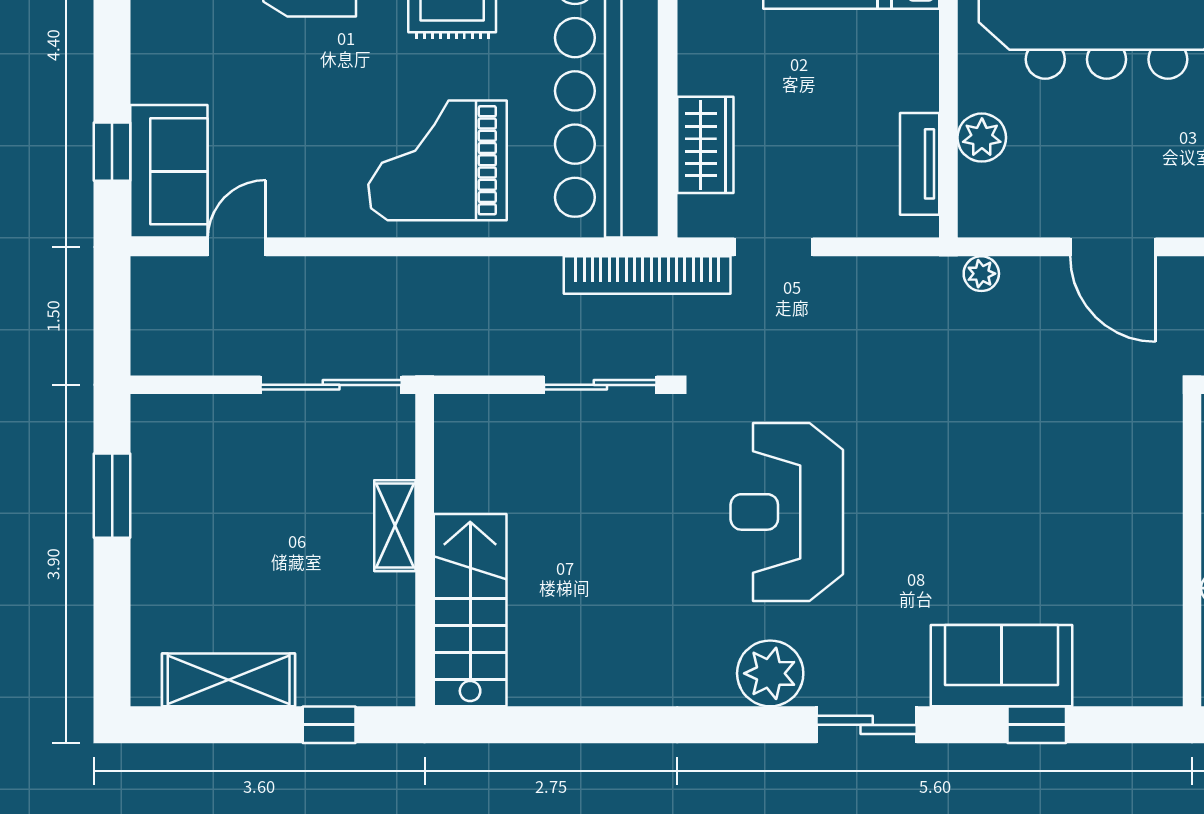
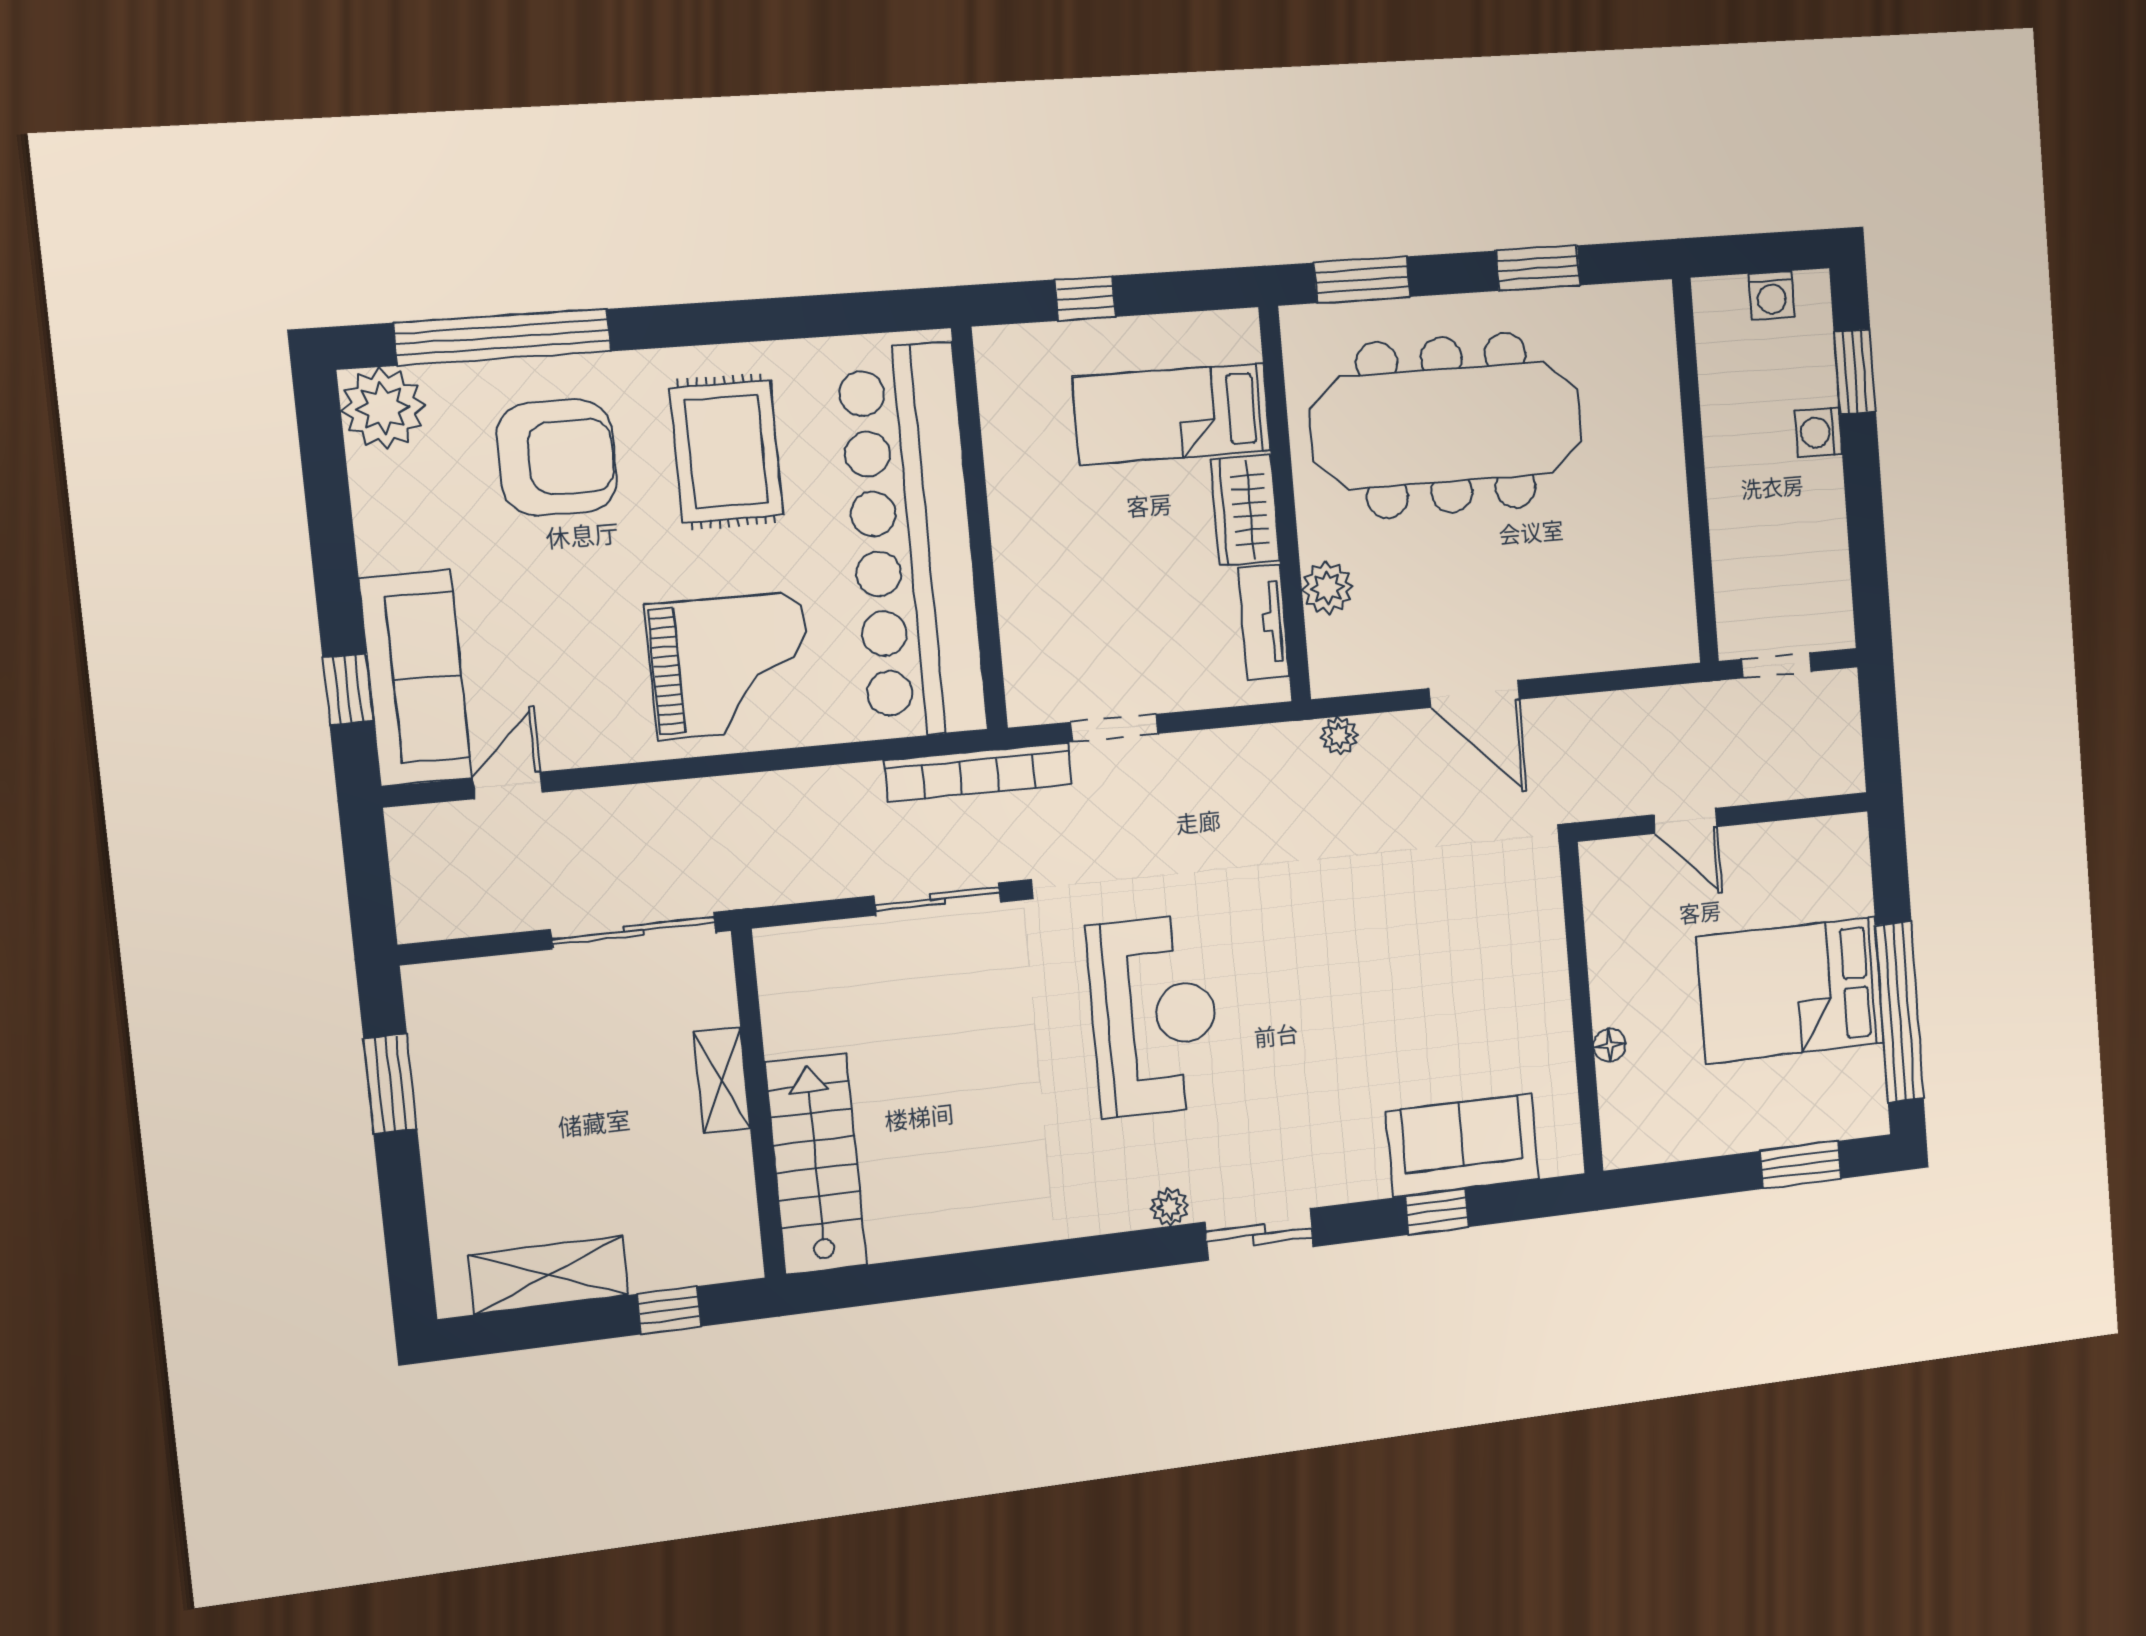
wardrobe: (705, 145) -> (1245, 510), moved, turned 180
grand piano: (437, 160) -> (730, 666), turned 180
sofa: (169, 171) -> (415, 678), width x1.36
reception desk: (787, 512) -> (1154, 1016), turned 180
sofa: (1002, 666) -> (1463, 1145), moved
plant: (770, 673) -> (1170, 1207), width x0.53, depth x0.53

